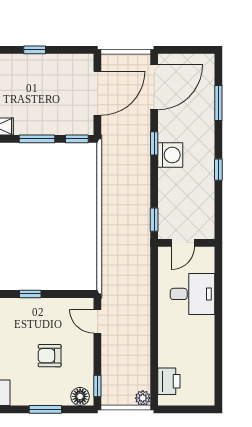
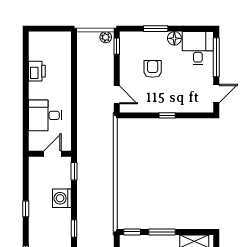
washing machine: (170, 155) -> (62, 198), moved
armchair: (50, 356) -> (153, 69), turned -90
printer: (169, 381) -> (37, 71), moved, turned 180
floor lamp: (80, 396) -> (174, 38), moved
plant: (143, 398) -> (106, 37), moved

